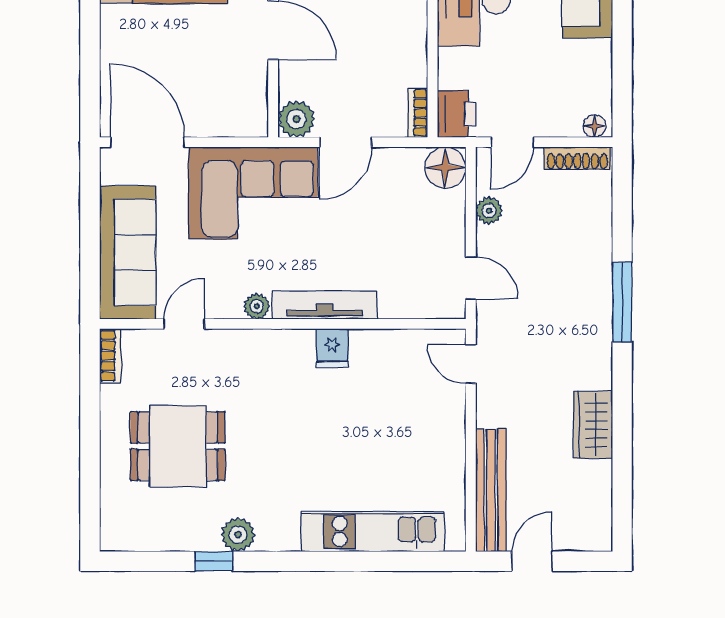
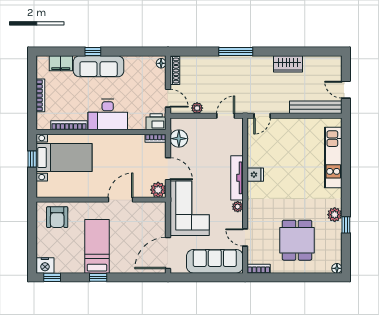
floor lamp: (445, 168) -> (179, 139), moved
floor lamp: (111, 540) -> (337, 268), added

